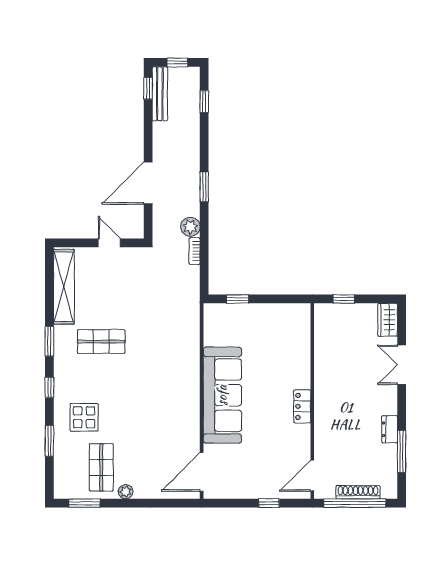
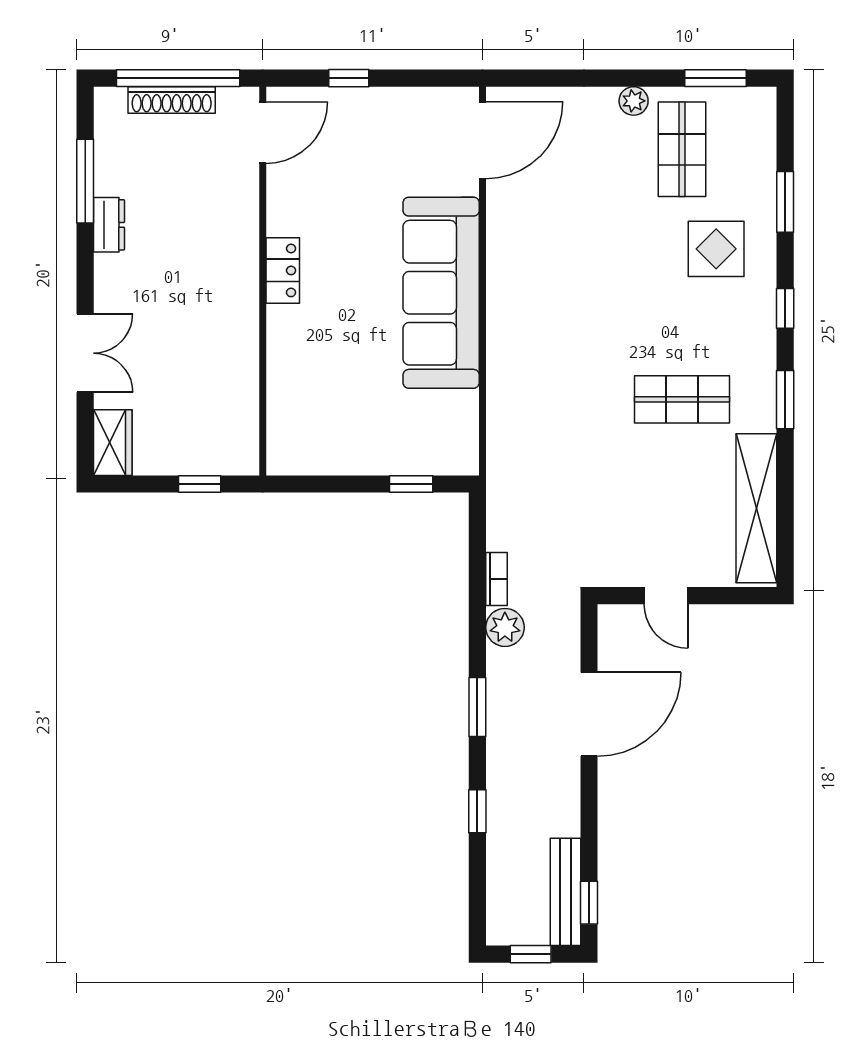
window: (204, 102) -> (477, 811), moved

